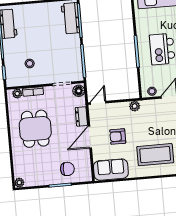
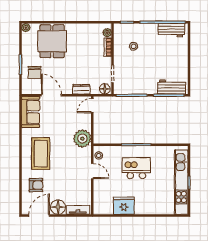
door: (98, 103) -> (92, 106), swing flipped
plant: (135, 106) -> (82, 139), width x1.87, depth x1.87
dining table: (35, 129) -> (52, 41), moved, turned 90
armchair: (118, 136) -> (60, 121), removed
door: (90, 137) -> (51, 95), moved

